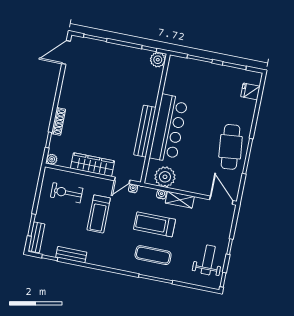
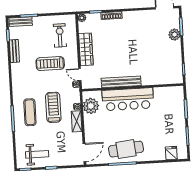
plant: (158, 60) -> (175, 35), moved

